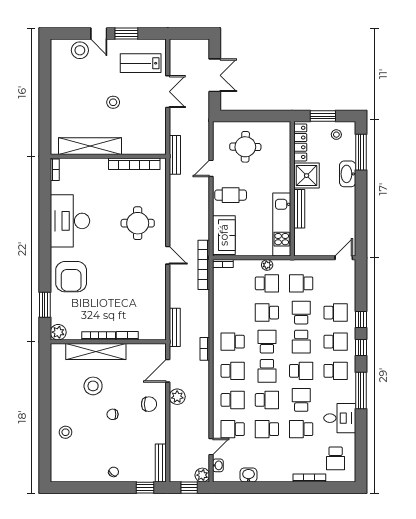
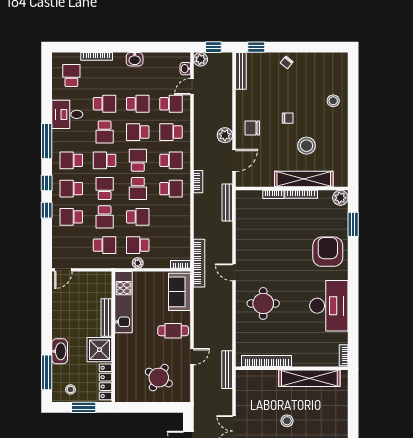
round table: (245, 147) -> (159, 378), turned 30
school desk: (233, 371) -> (171, 160), turned 180
washbasin: (249, 475) -> (135, 59), moved

